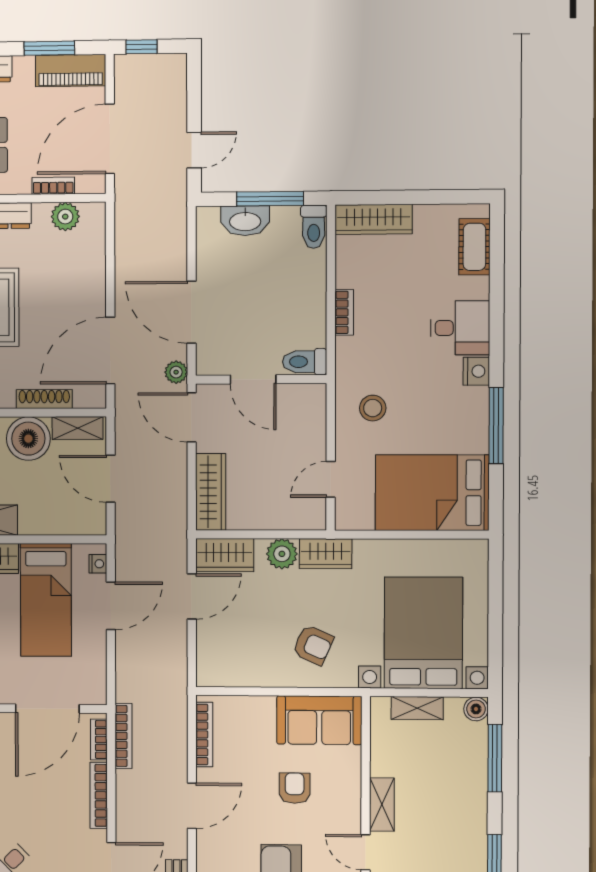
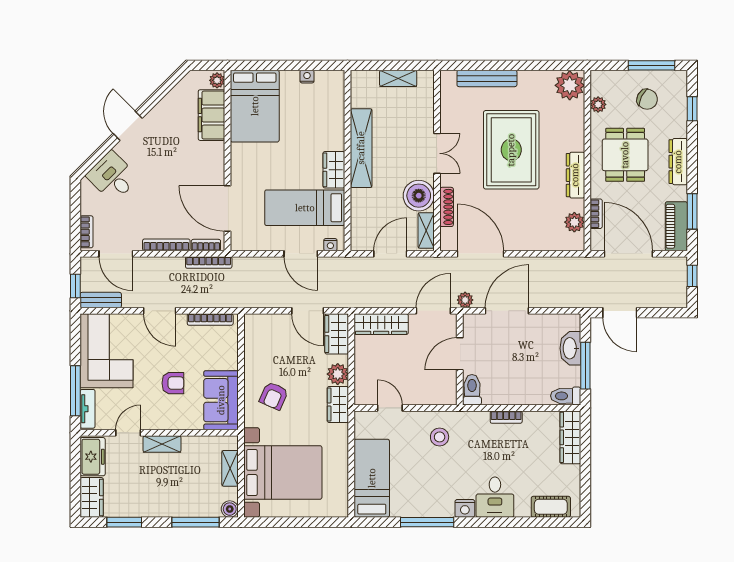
door: (194, 150) -> (620, 313), width x1.38
bed: (432, 493) -> (372, 478), width x0.67

